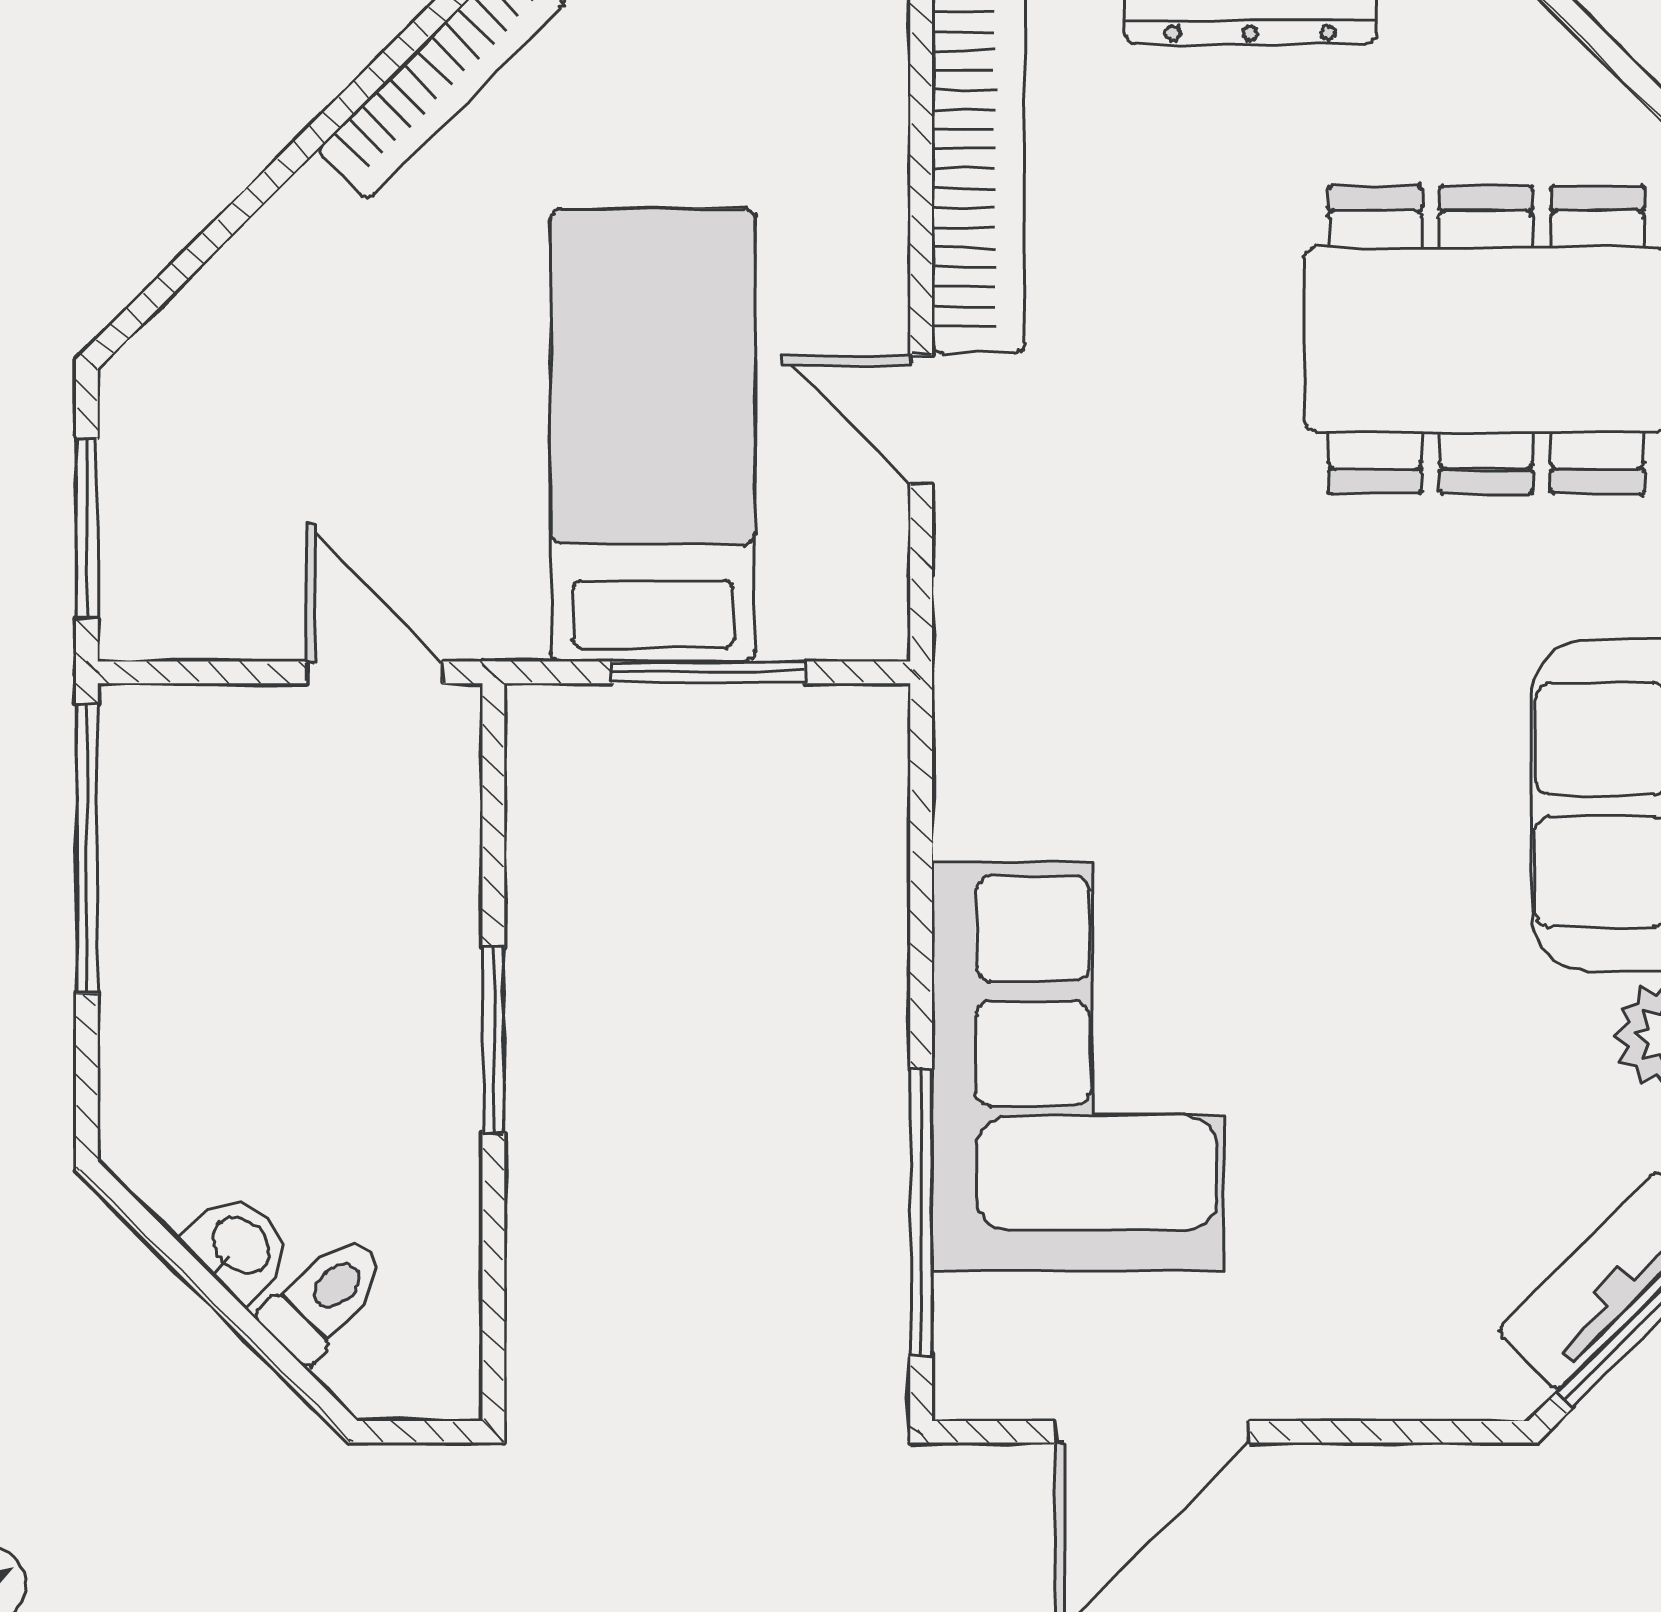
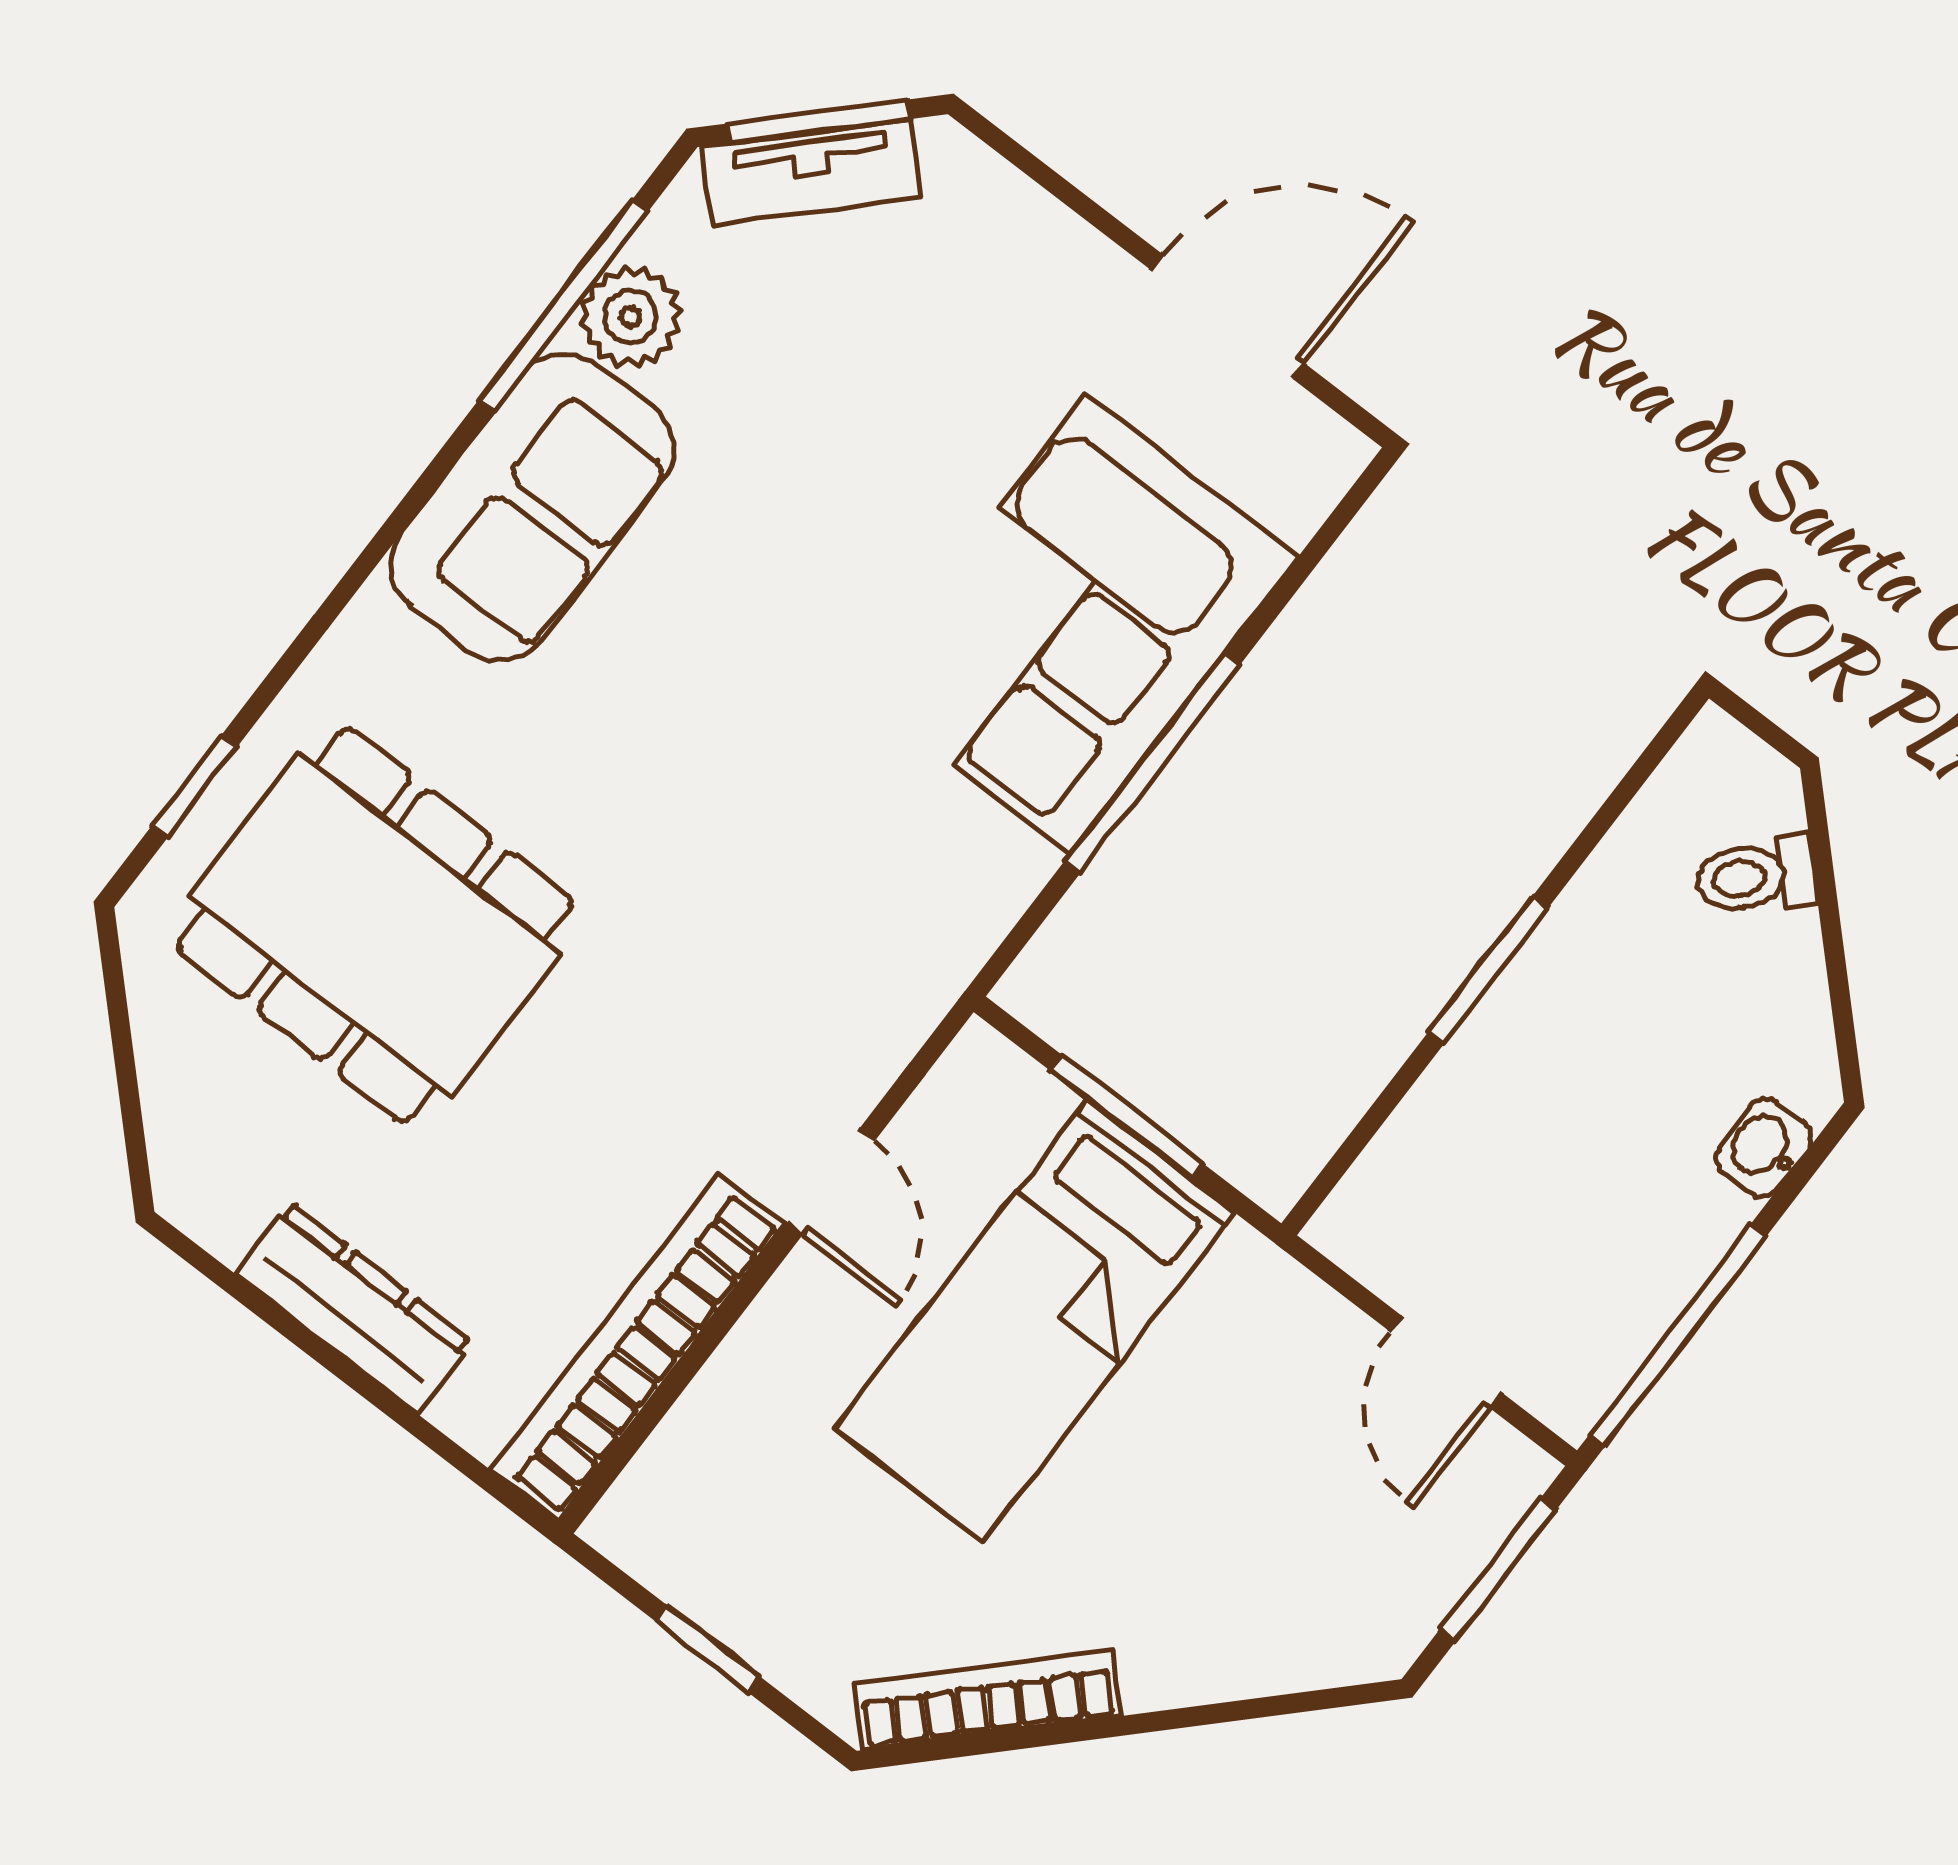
door: (374, 672) -> (1446, 1362), moved
window: (921, 1212) -> (1153, 763), moved
washbasin: (239, 1247) -> (1764, 1148), moved, turned 45

